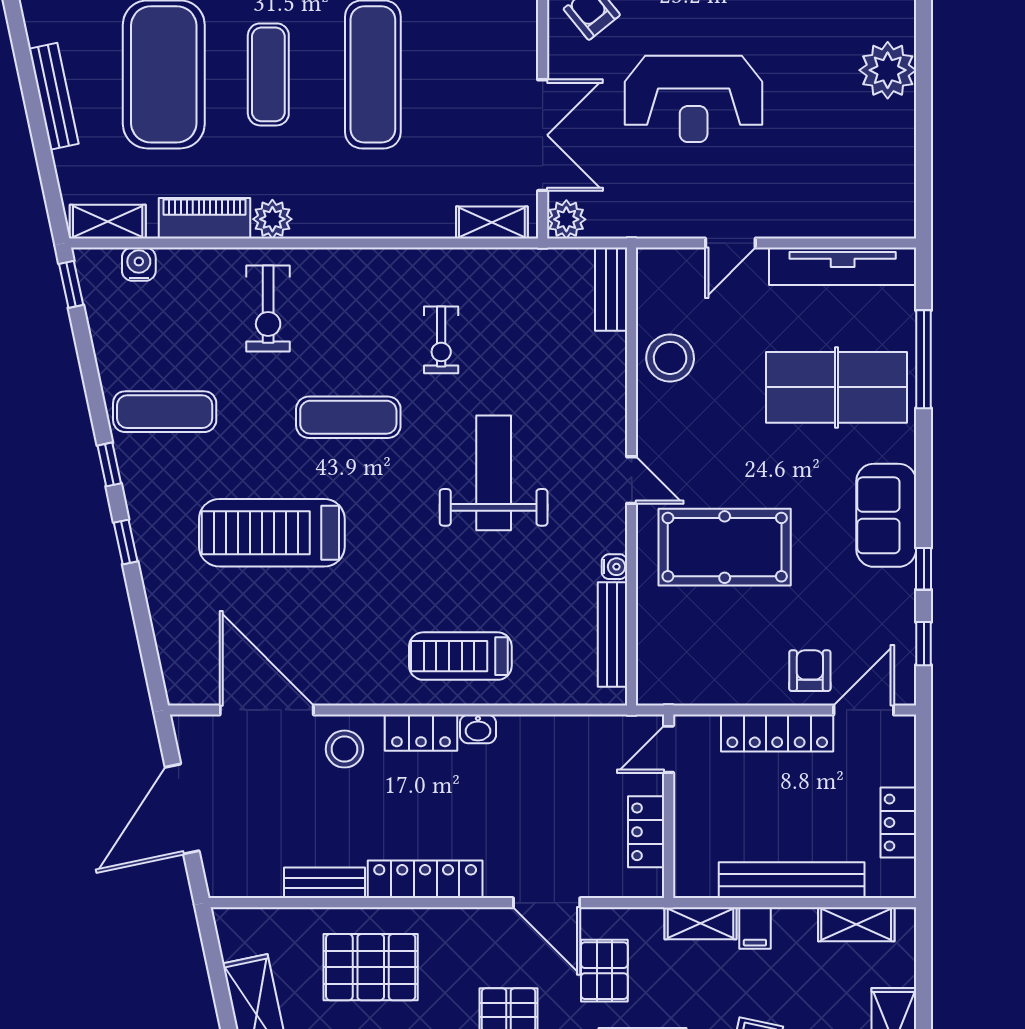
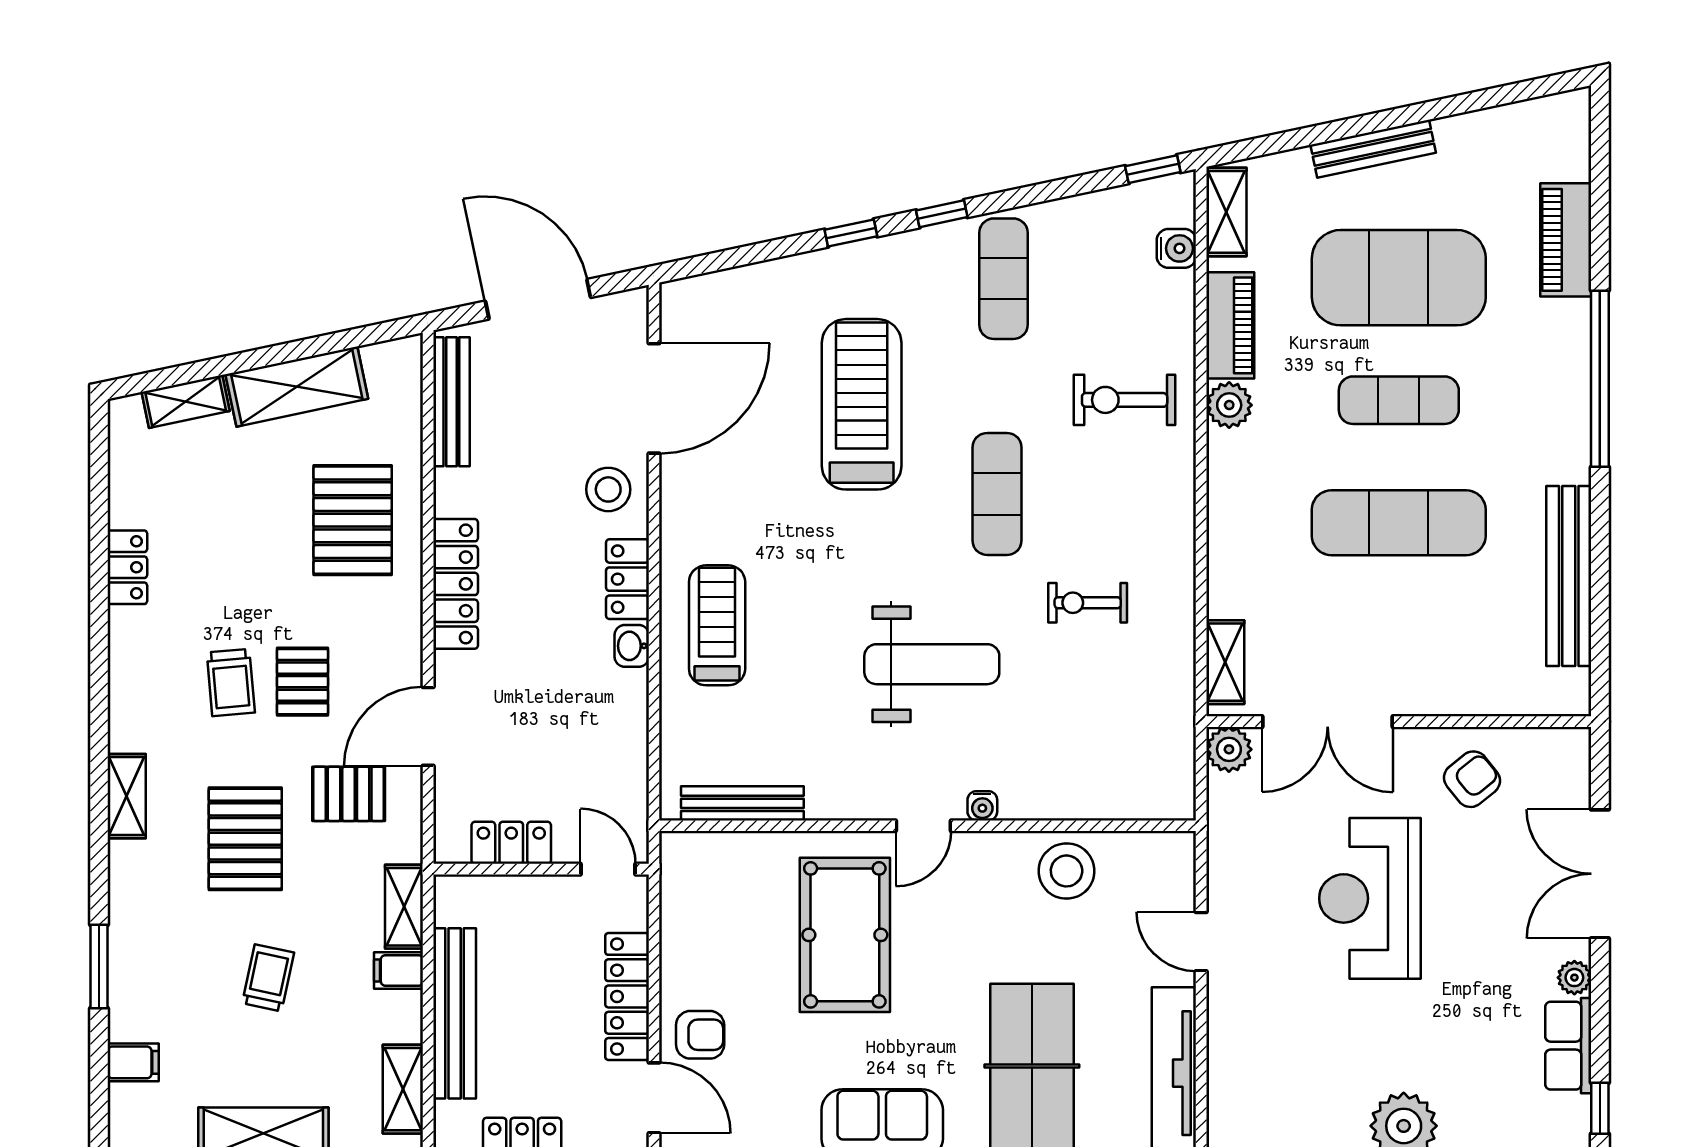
bench: (611, 289) -> (1147, 802), removed
water cooler: (614, 567) -> (982, 806), moved
bench: (324, 883) -> (451, 402), moved, width x1.36

